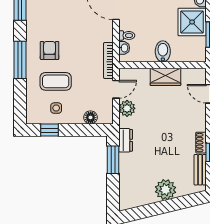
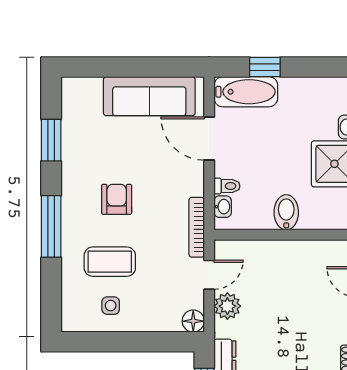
armchair: (50, 50) -> (117, 199), moved
wardrobe: (165, 77) -> (291, 254), removed
floor lamp: (91, 117) -> (193, 321), moved
window: (50, 130) -> (100, 342), removed

